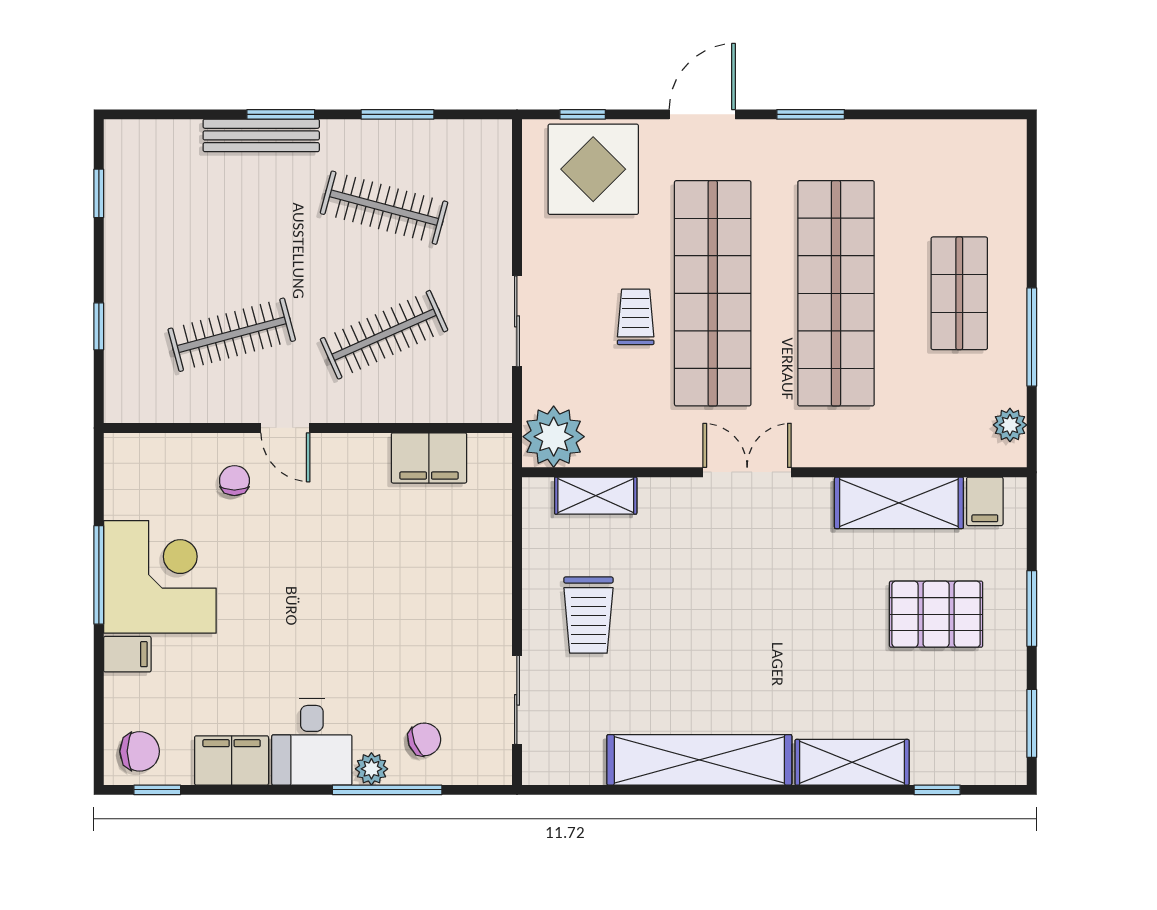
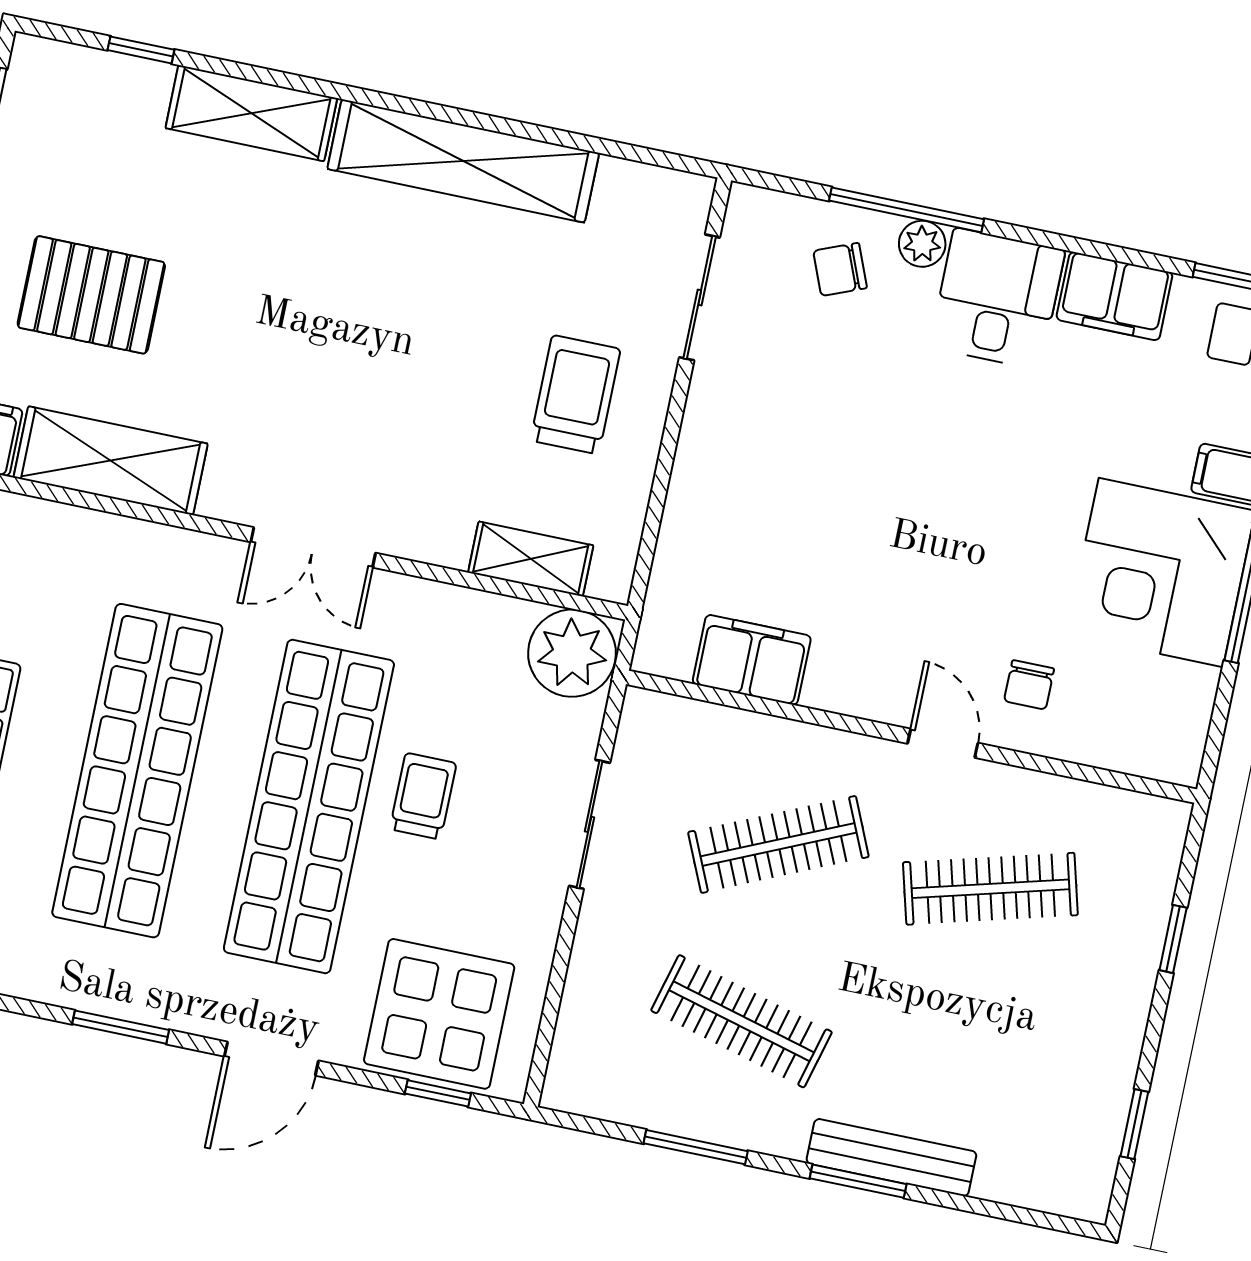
trolley: (636, 317) -> (423, 796), turned 180

